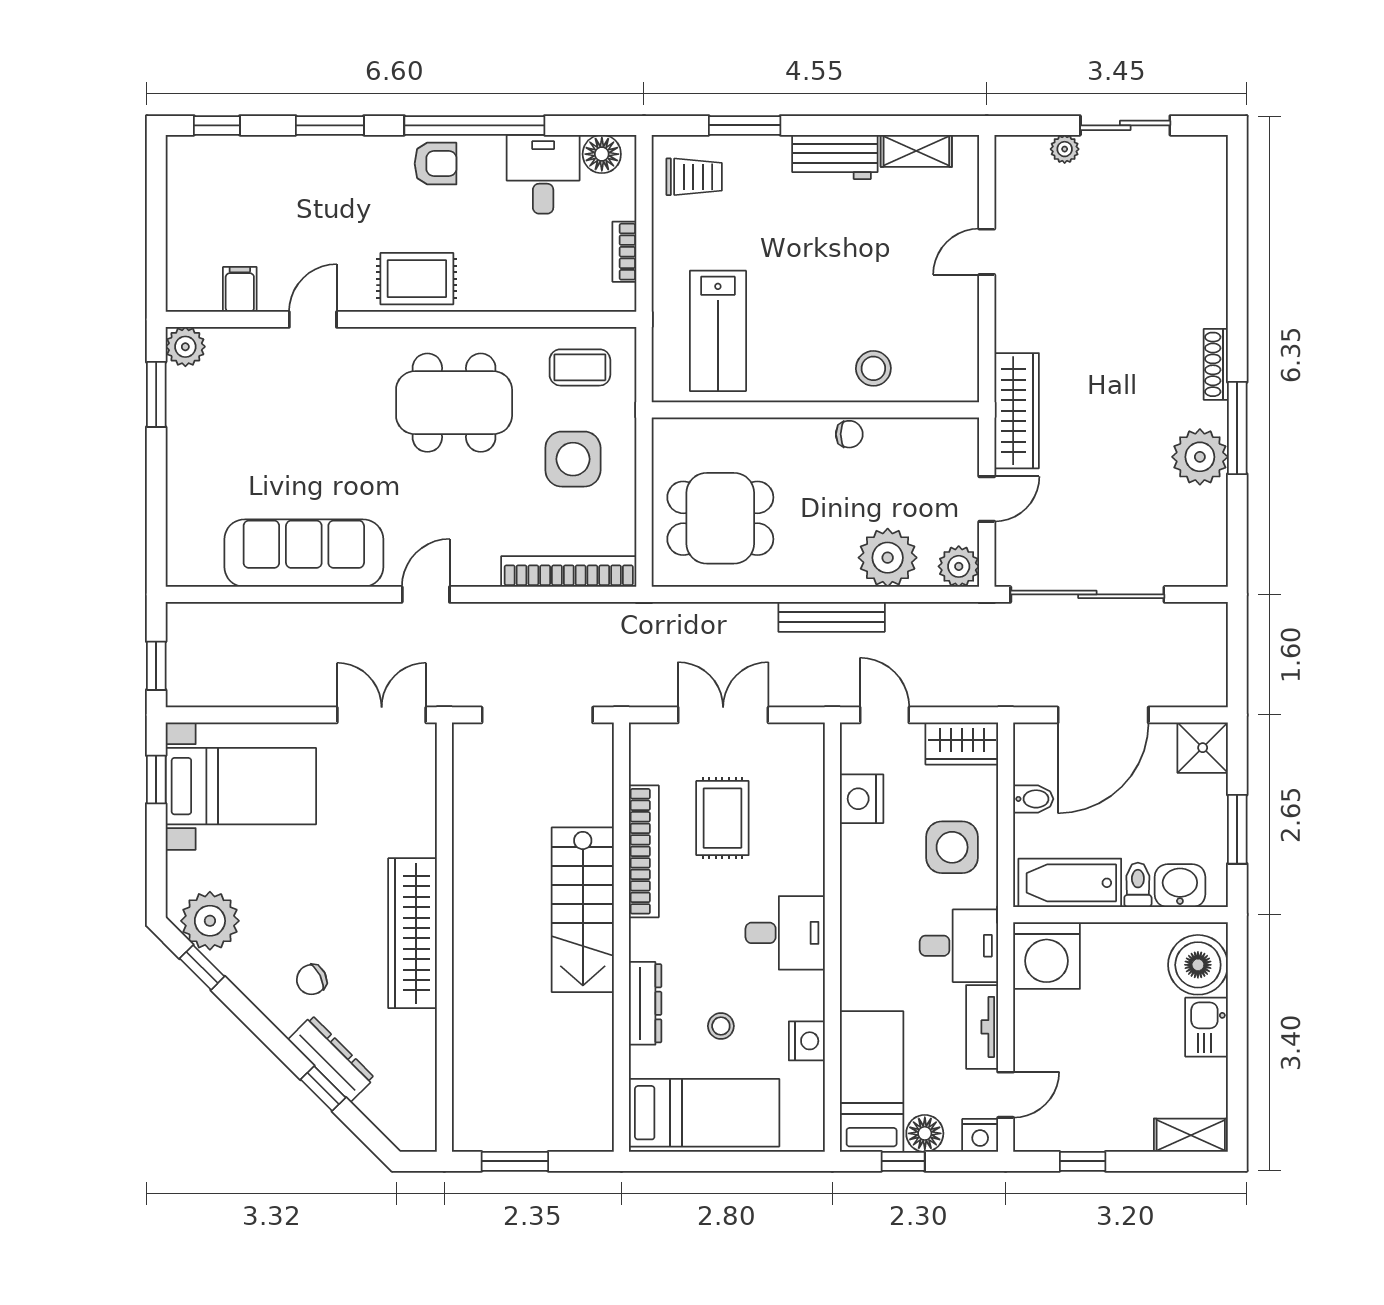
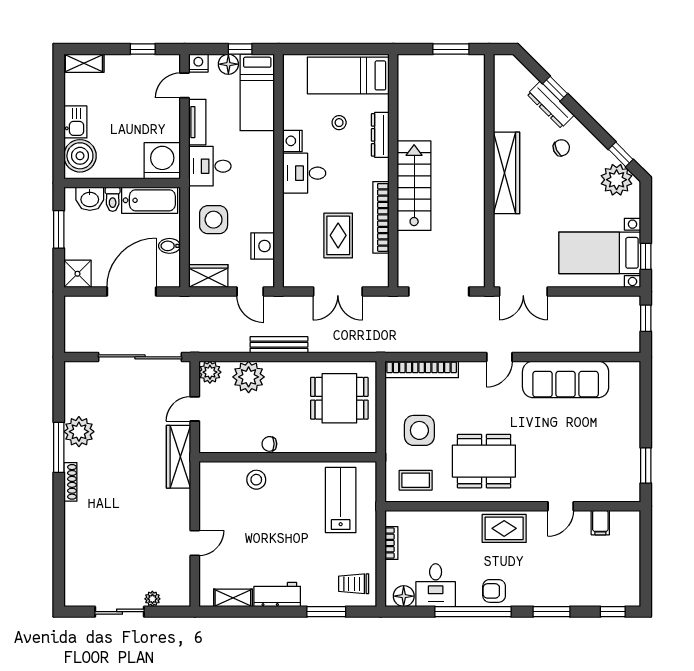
plant: (185, 347) -> (630, 491), removed
nightstand: (807, 1041) -> (292, 141), moved

